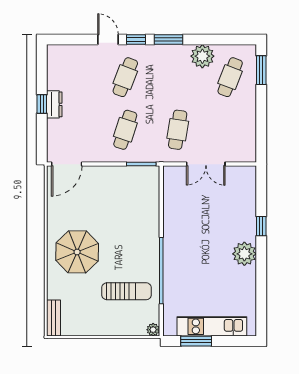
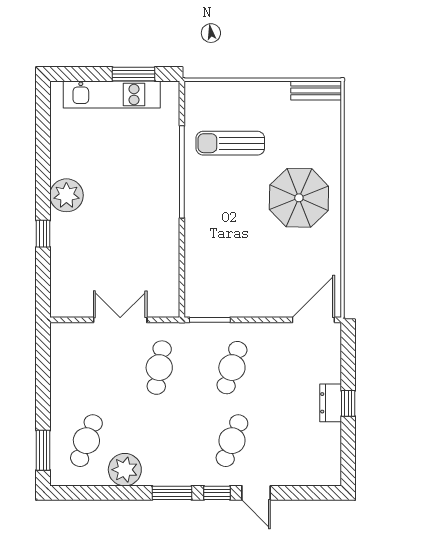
bench: (54, 318) -> (316, 90), moved, turned 90
plant: (153, 330) -> (193, 90), removed

